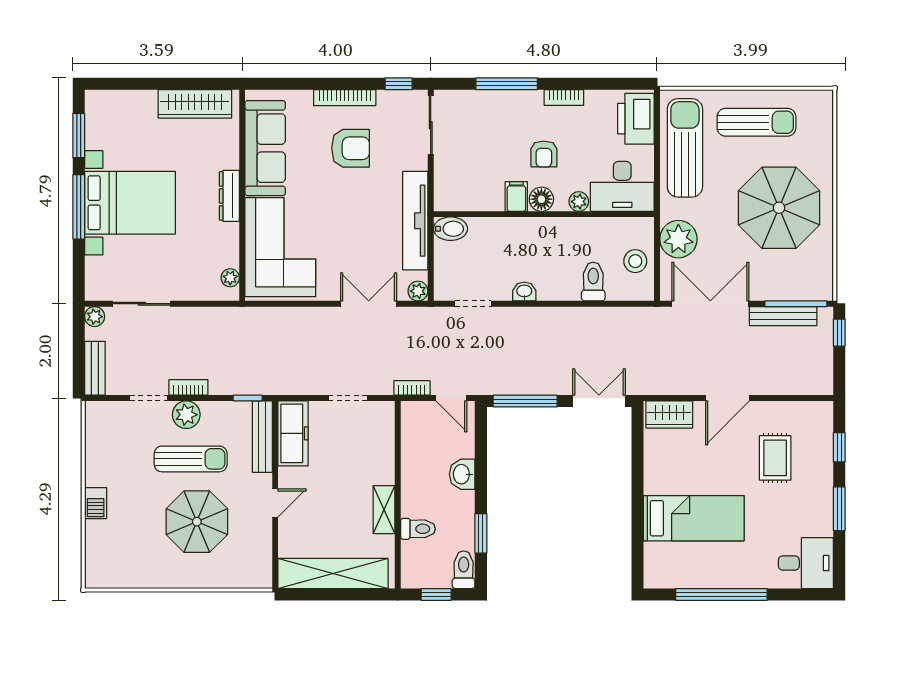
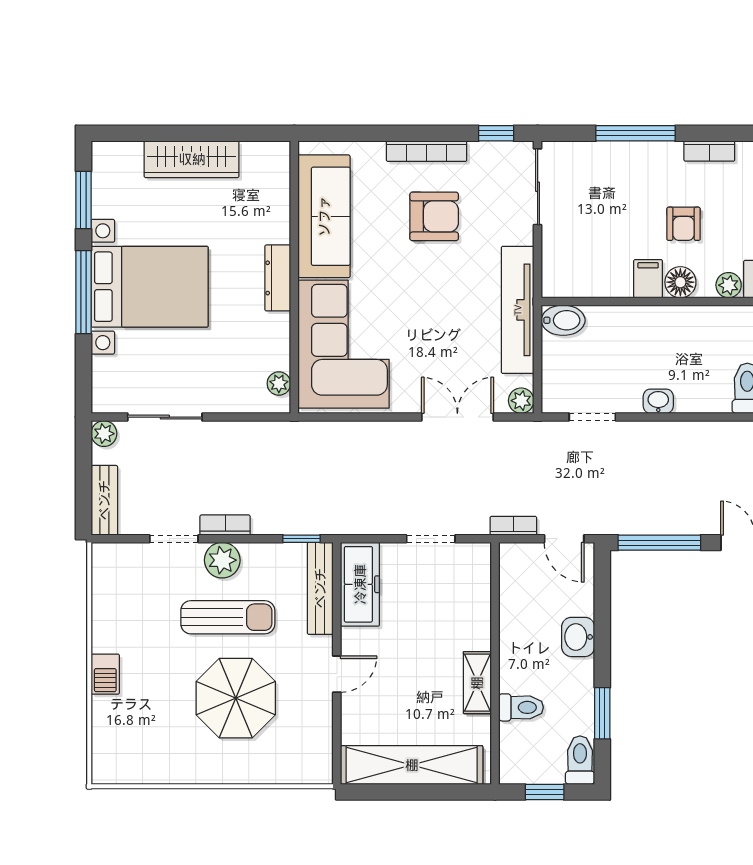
wardrobe: (195, 104) -> (192, 159), moved

